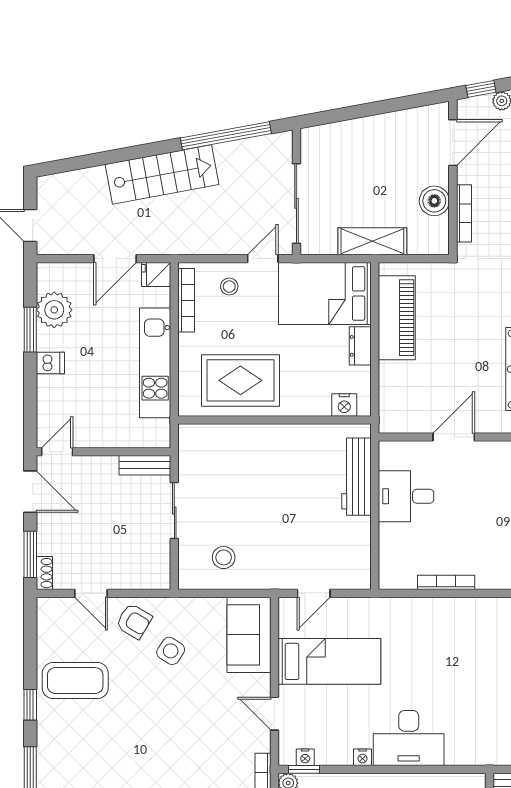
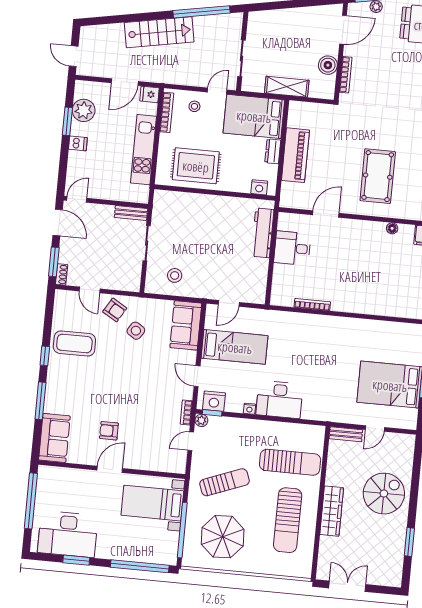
sliding door: (296, 203) -> (242, 58), width x0.73
piano: (397, 318) -> (295, 155), moved
nightstand: (305, 757) -> (214, 401), width x1.89, depth x1.79

